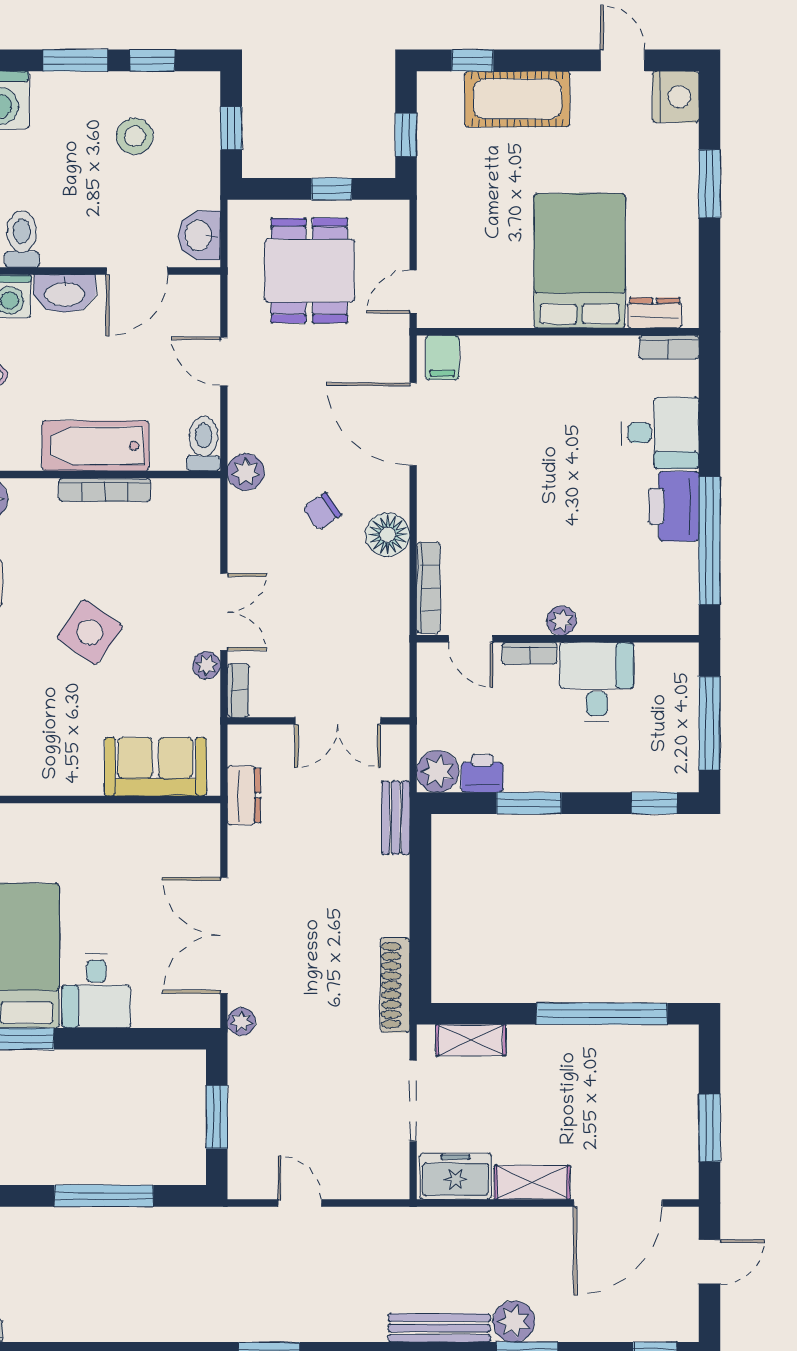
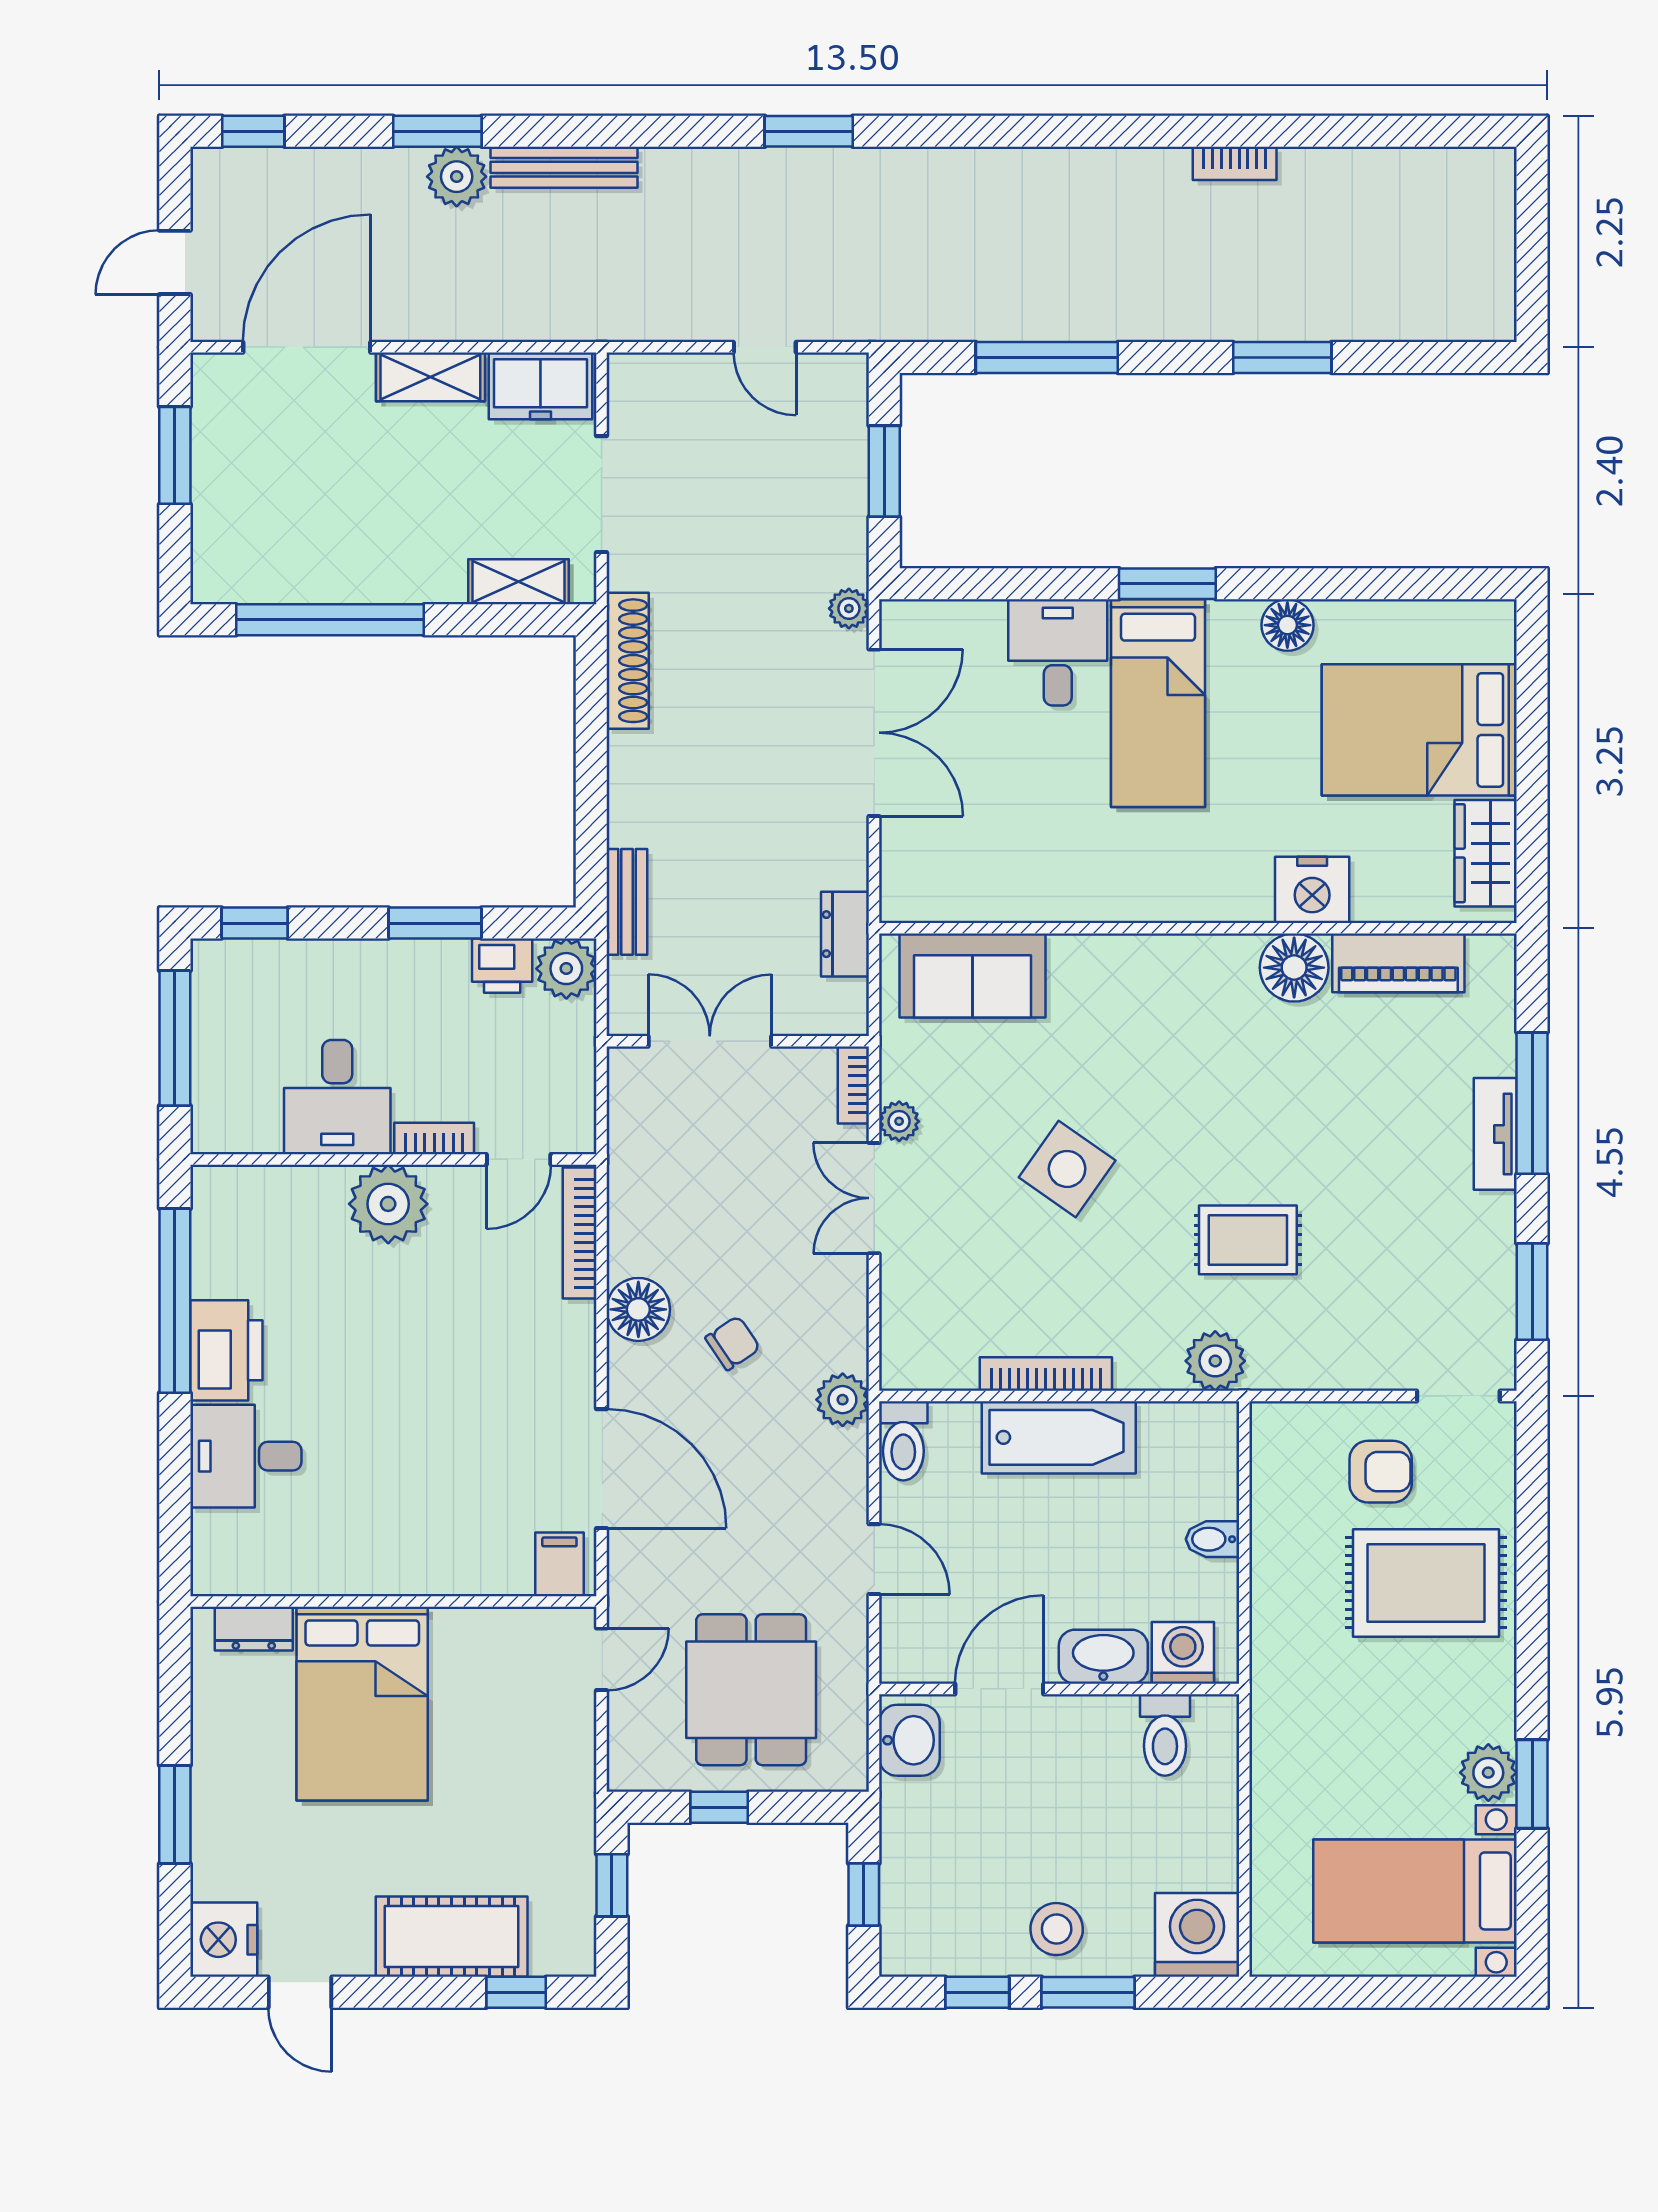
stool: (135, 136) -> (1057, 1929), moved
bookcase: (669, 347) -> (233, 1579), removed
plant: (561, 621) -> (388, 1204), width x1.88, depth x1.88
door: (471, 639) -> (519, 1159), swing flipped

